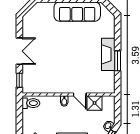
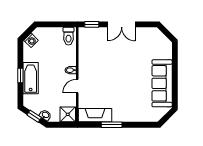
fireplace: (108, 54) -> (95, 115), moved
shower: (95, 103) -> (68, 114), moved

